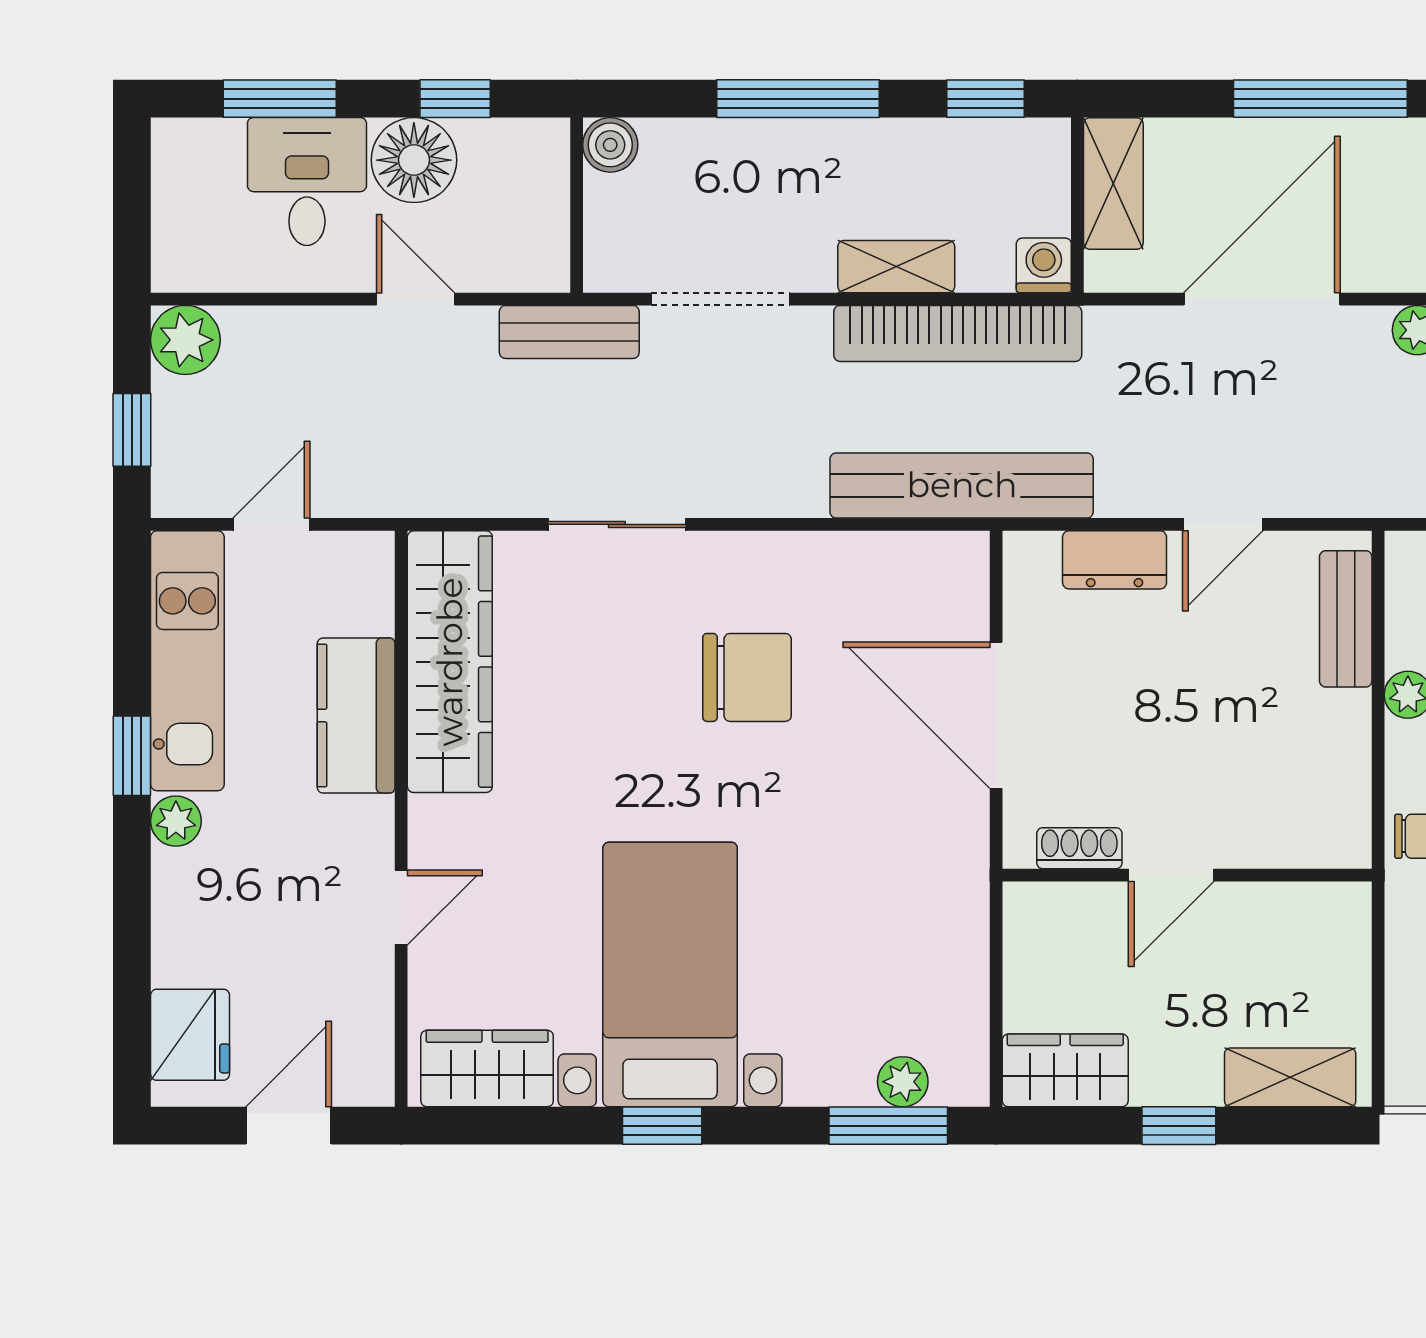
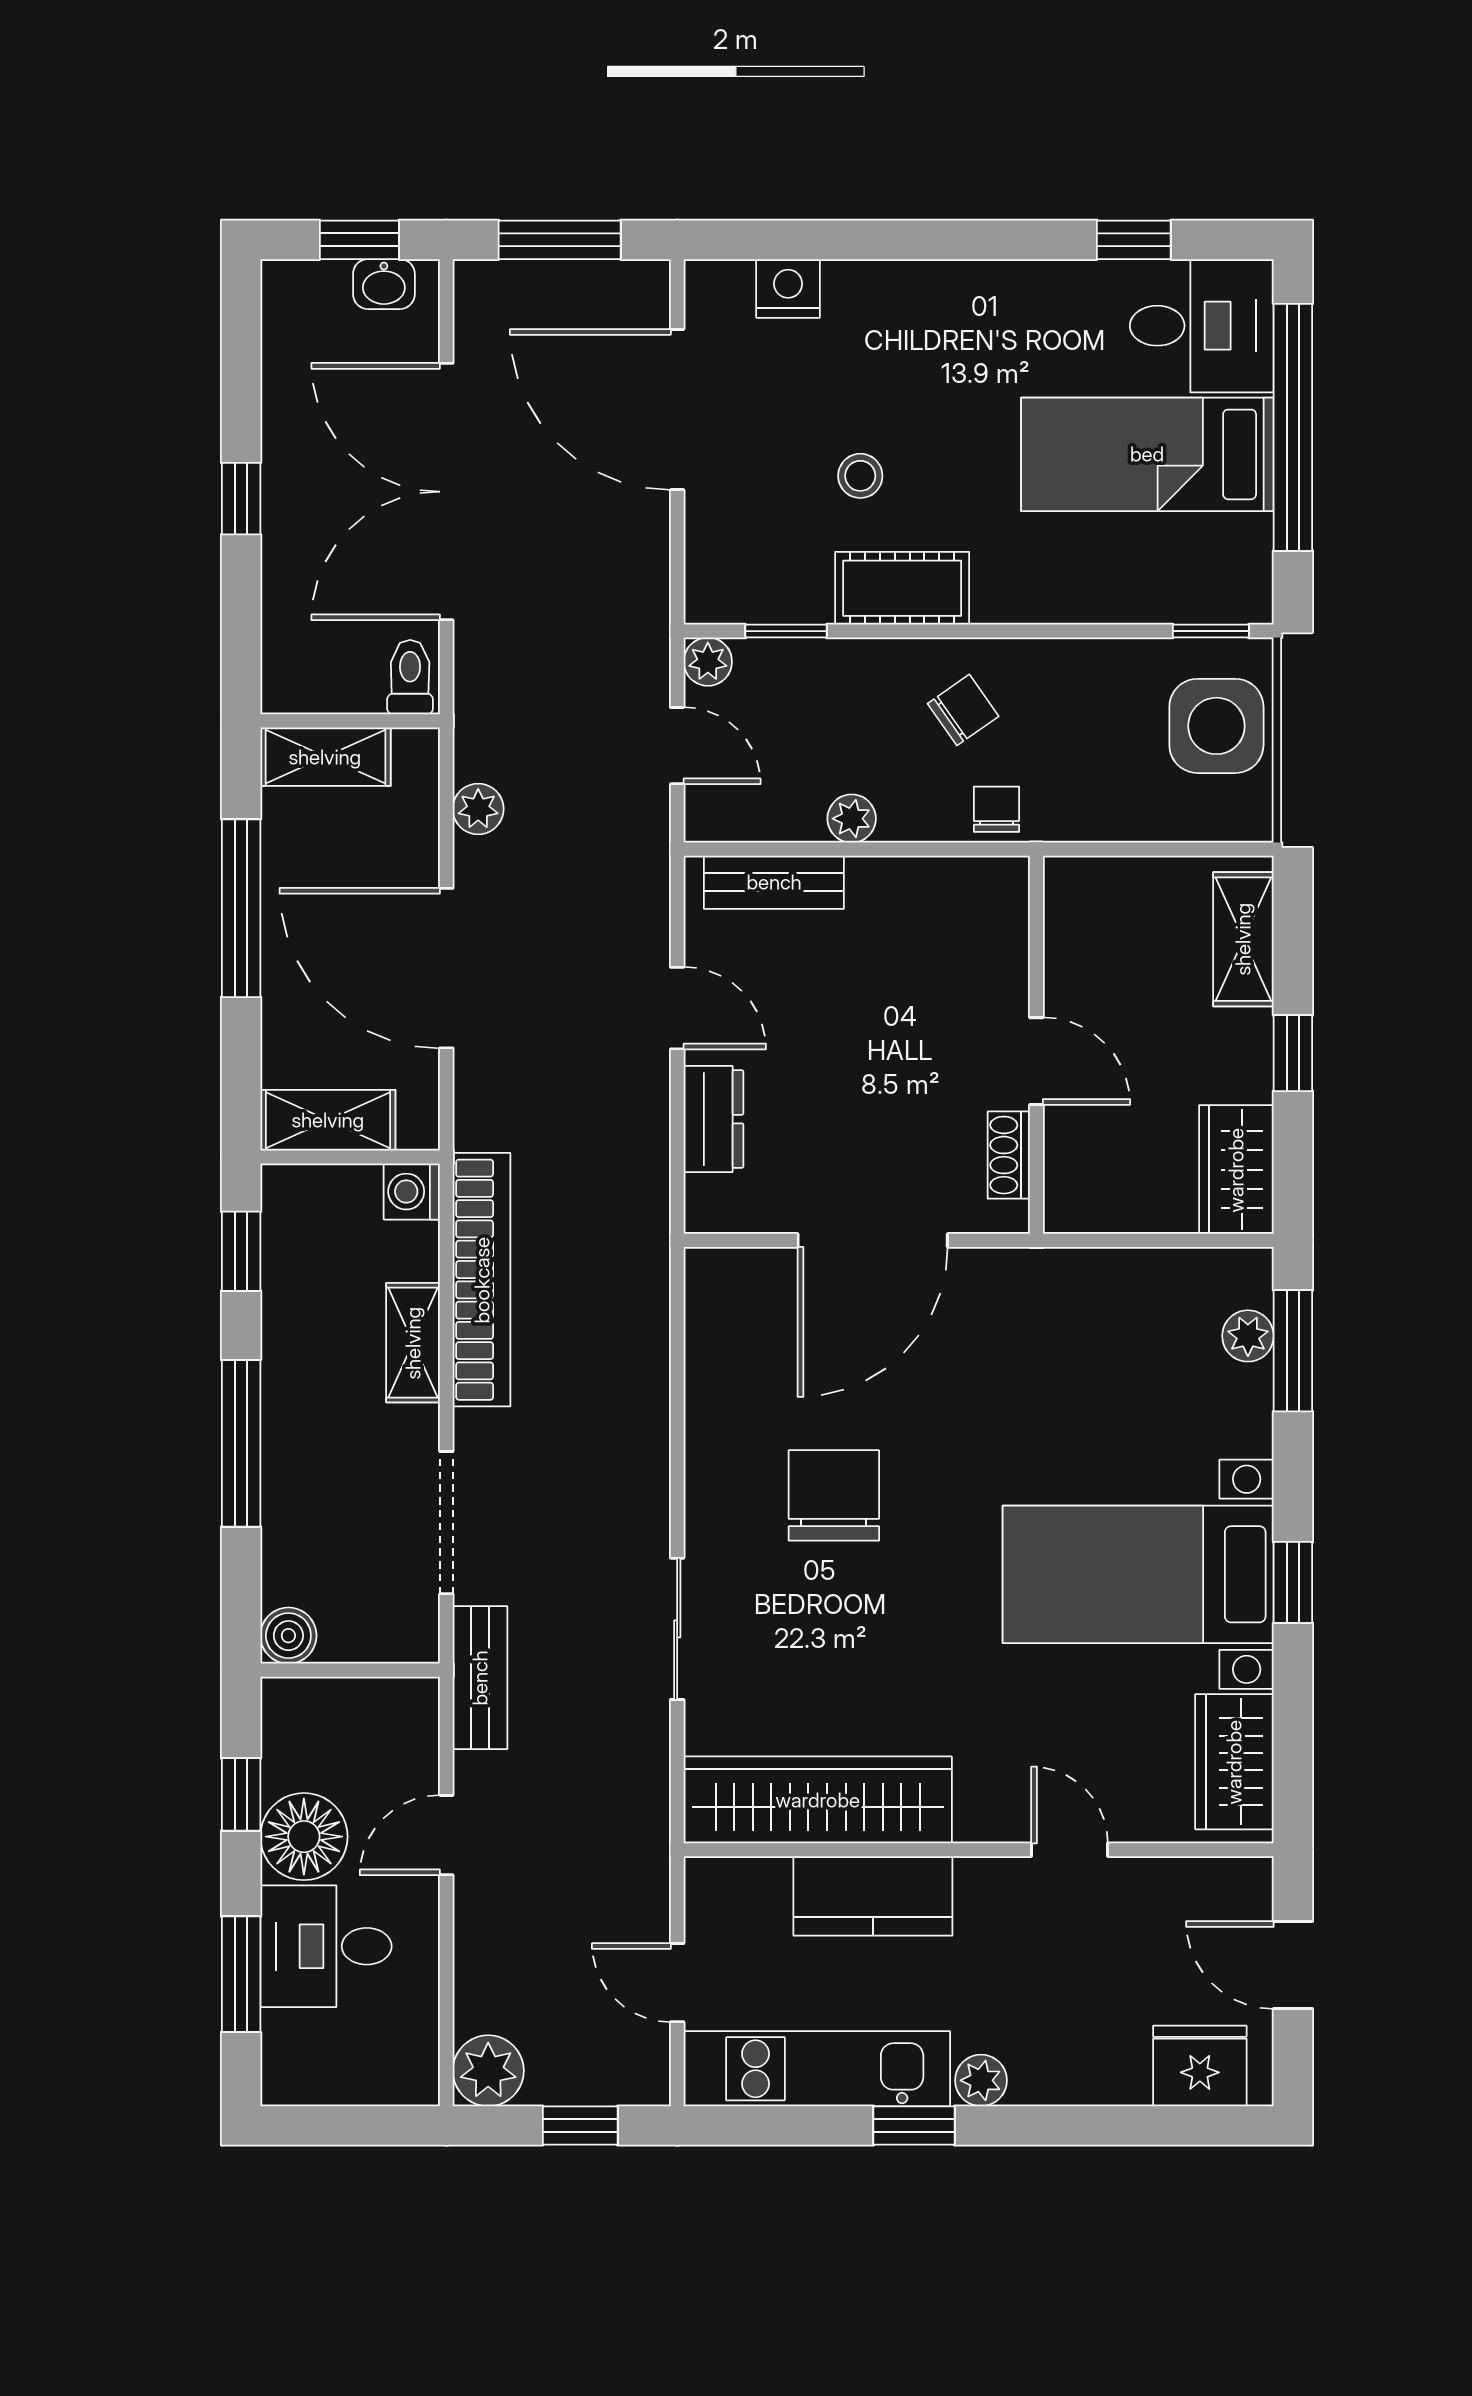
bench: (962, 485) -> (637, 1276), removed

